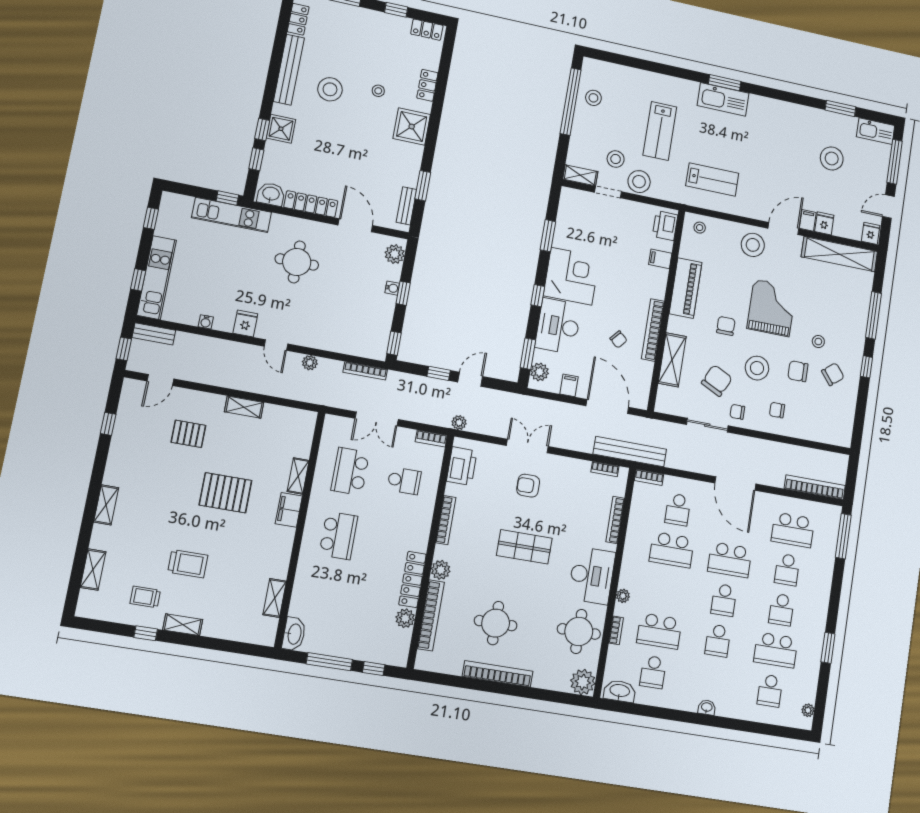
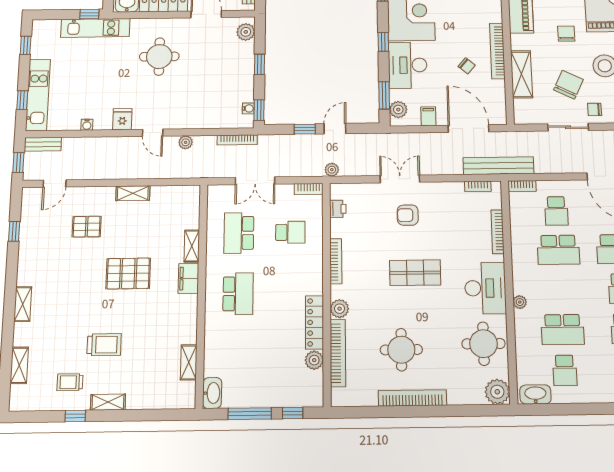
water cooler: (392, 288) -> (248, 108), moved
printer: (462, 466) -> (338, 209), width x0.53, depth x0.68
bookcase: (616, 630) -> (520, 336), removed

